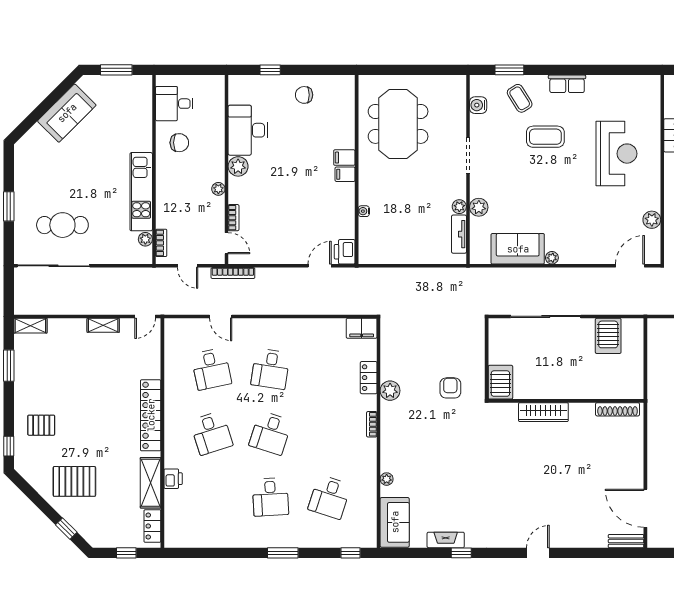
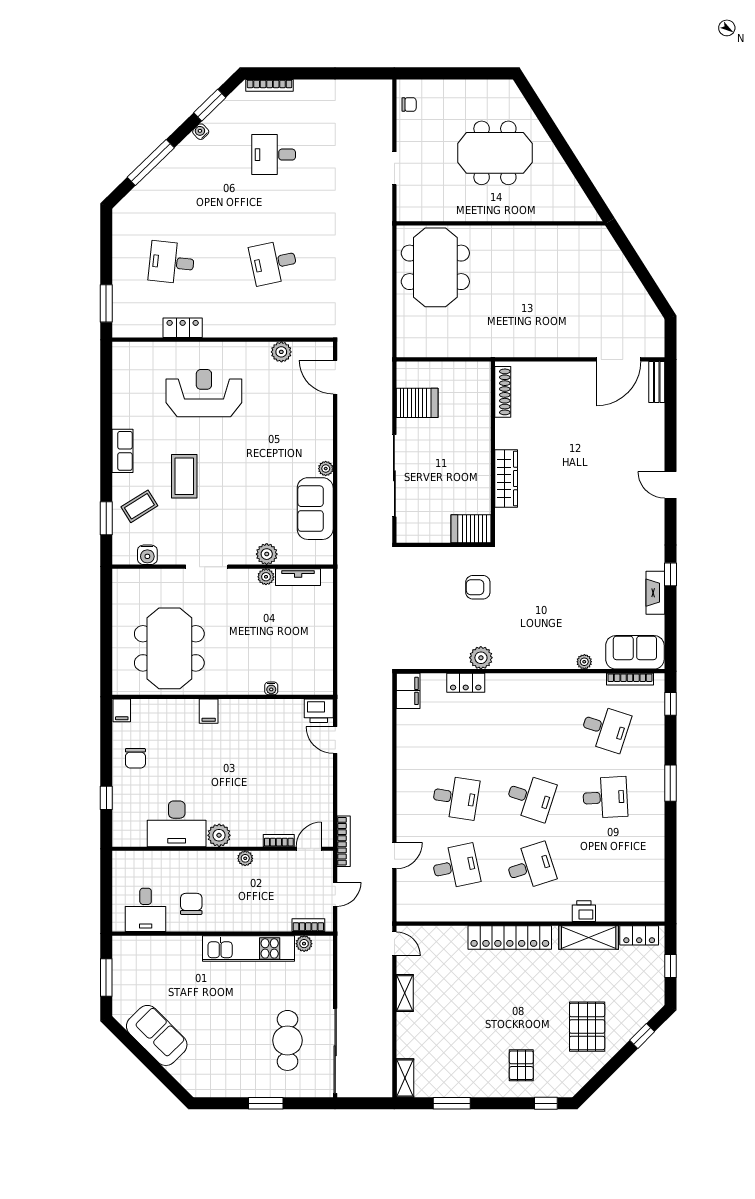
meeting table: (398, 124) -> (169, 648), turned 90
filing cabinet: (345, 174) -> (122, 710), moved
bookcase: (372, 424) -> (630, 679), moved, width x1.56

